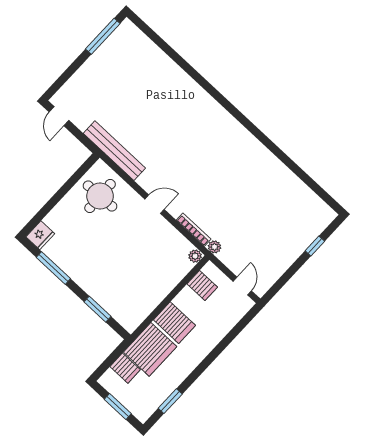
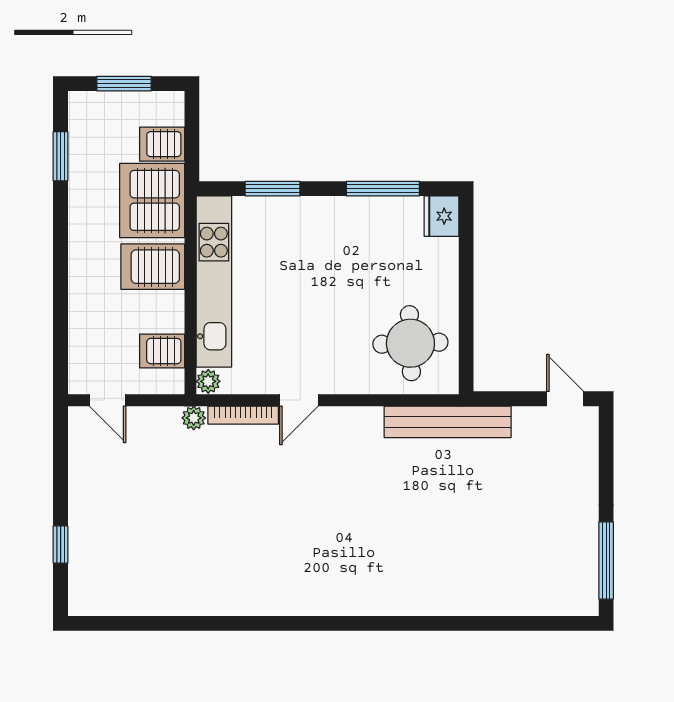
door: (154, 204) -> (299, 400), moved
kitchen unit: (156, 294) -> (214, 281), added

